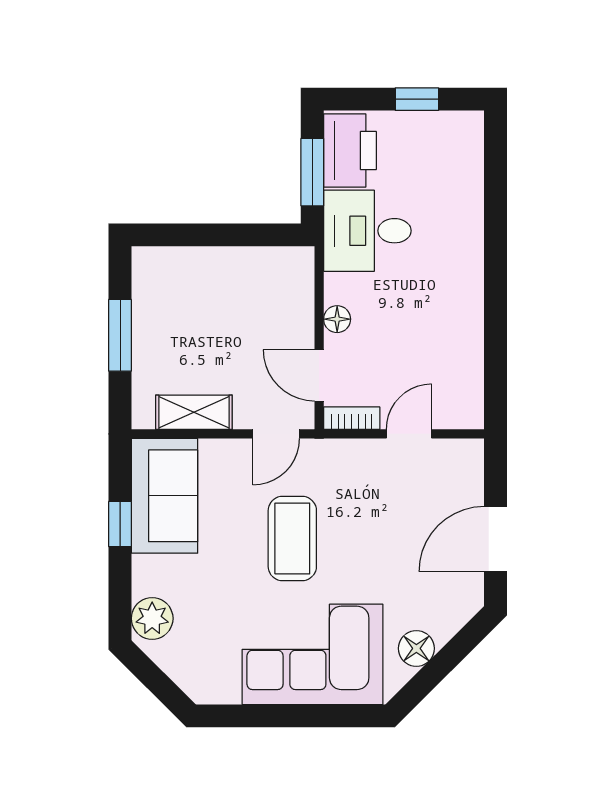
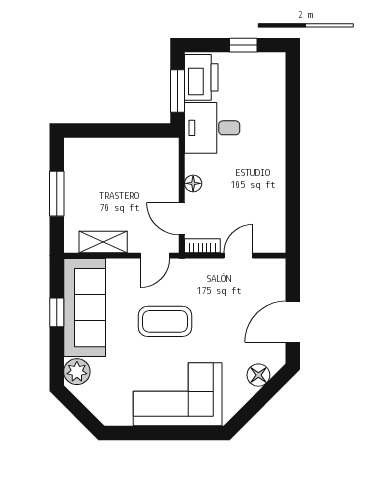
sofa: (164, 496) -> (85, 308), width x1.36
coffee table: (292, 539) -> (165, 321), turned 90
floor lamp: (416, 648) -> (258, 375), moved

